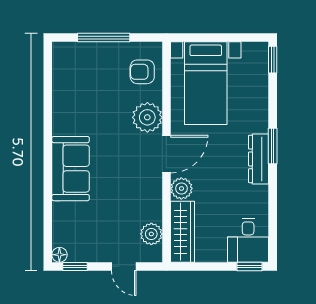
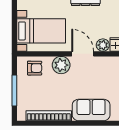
armchair: (142, 72) -> (35, 68), turned -90
bookcase: (61, 96) -> (49, 116), added

